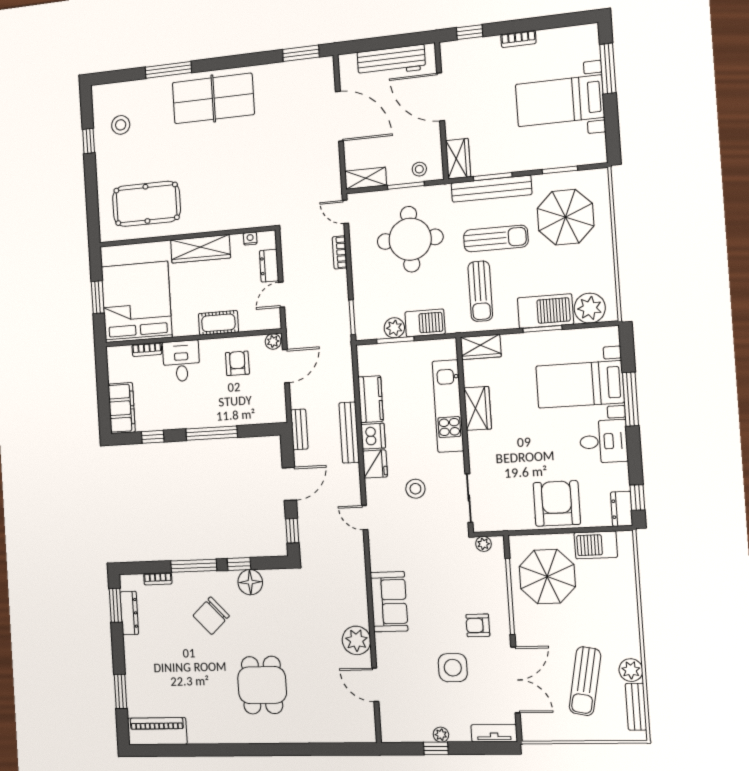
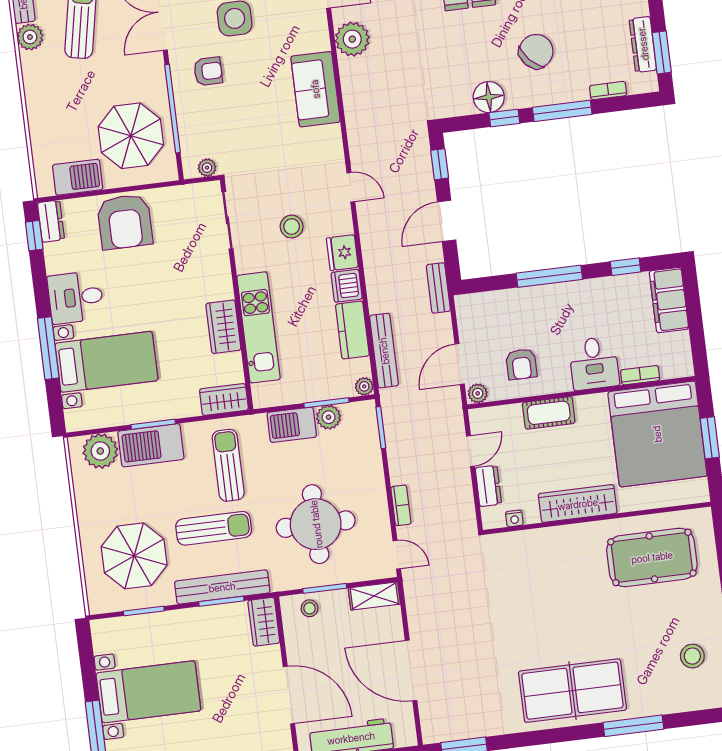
sun lounger: (496, 238) -> (214, 528), turned 180
plant: (364, 352) -> (364, 386), added
bench: (349, 433) -> (384, 351), moved

